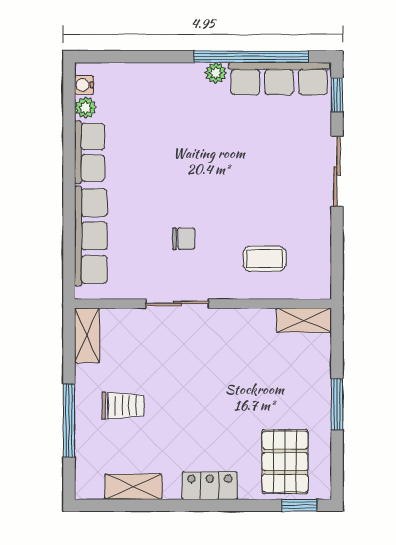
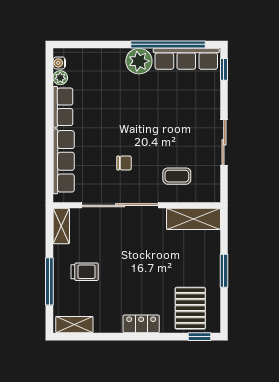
plant: (216, 73) -> (139, 61), width x1.87, depth x1.87
sliding door: (337, 171) -> (224, 142), moved
sliding door: (177, 304) -> (120, 205), width x1.86
shelving: (304, 320) -> (193, 219), width x1.50, depth x1.33
shelving: (133, 487) -> (74, 325), moved

